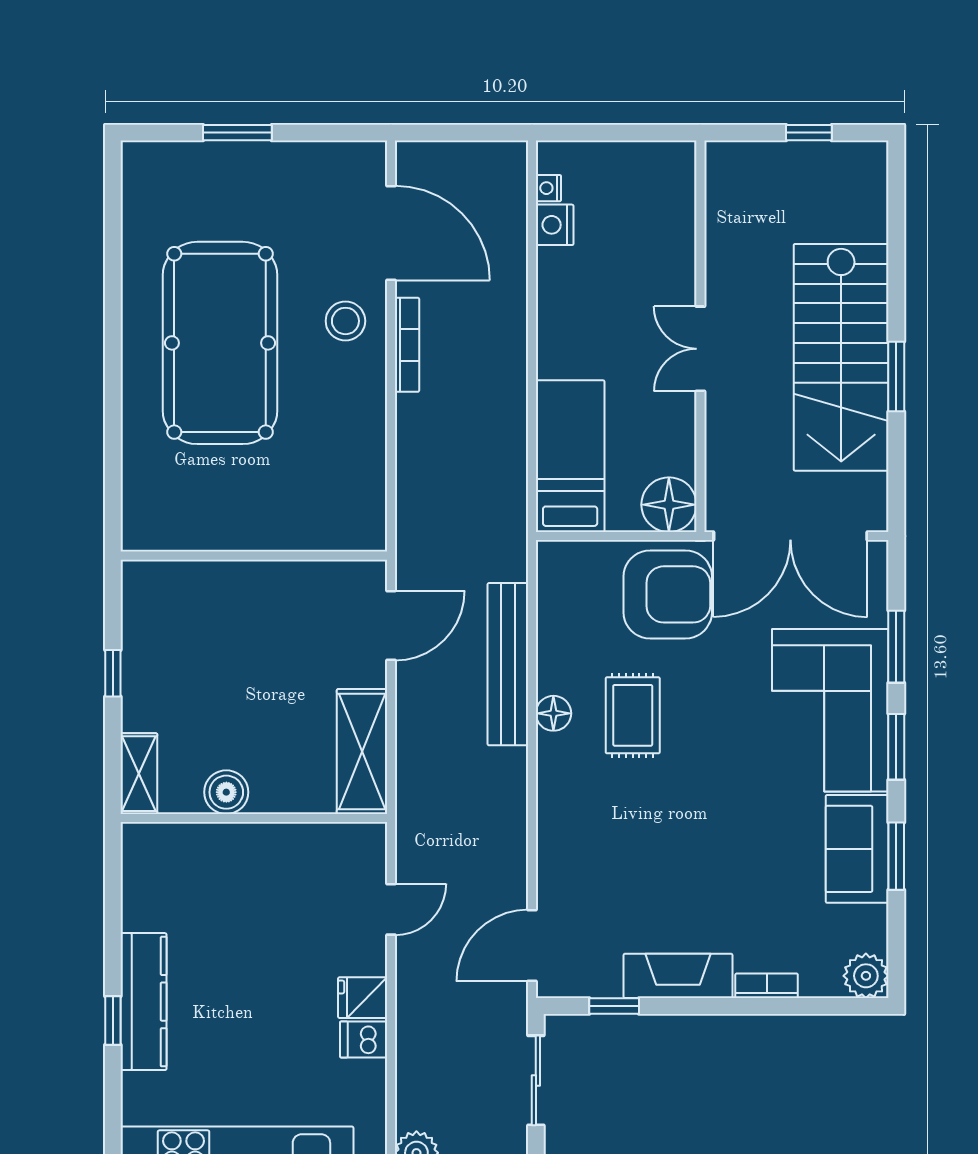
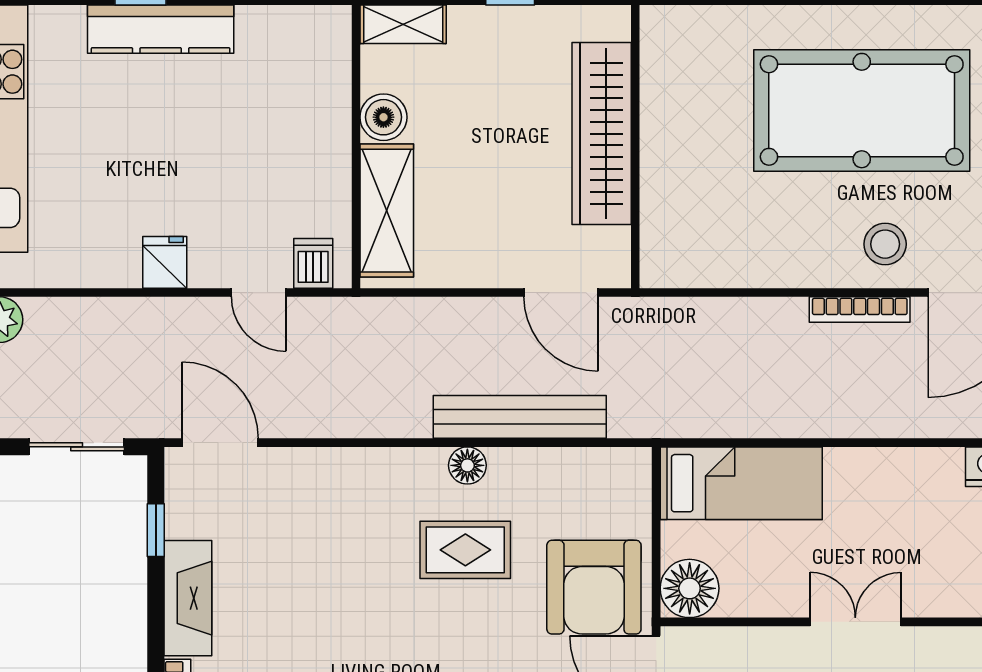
wardrobe: (242, 587) -> (602, 134), added
shelving: (362, 752) -> (387, 211), moved, turned 90
dishwasher: (364, 1039) -> (313, 263), moved

